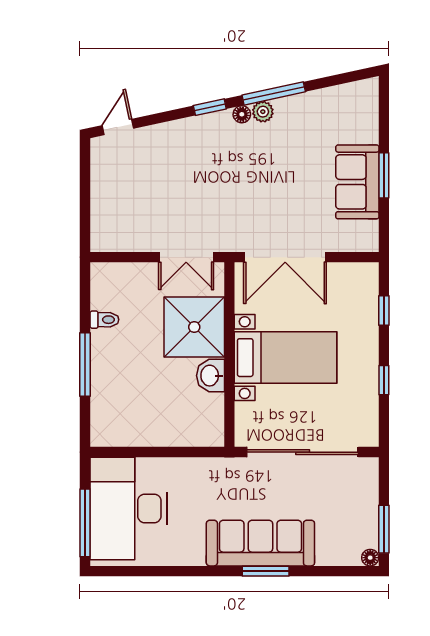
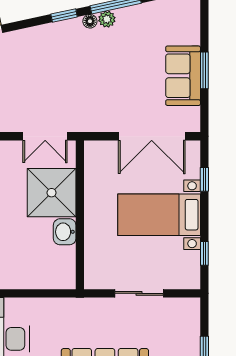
double door: (285, 257) -> (152, 136), moved
bed with nightstands: (286, 358) -> (159, 215), moved, turned 180
window: (384, 380) -> (204, 253), moved
sliding door: (303, 452) -> (139, 293), width x0.54

